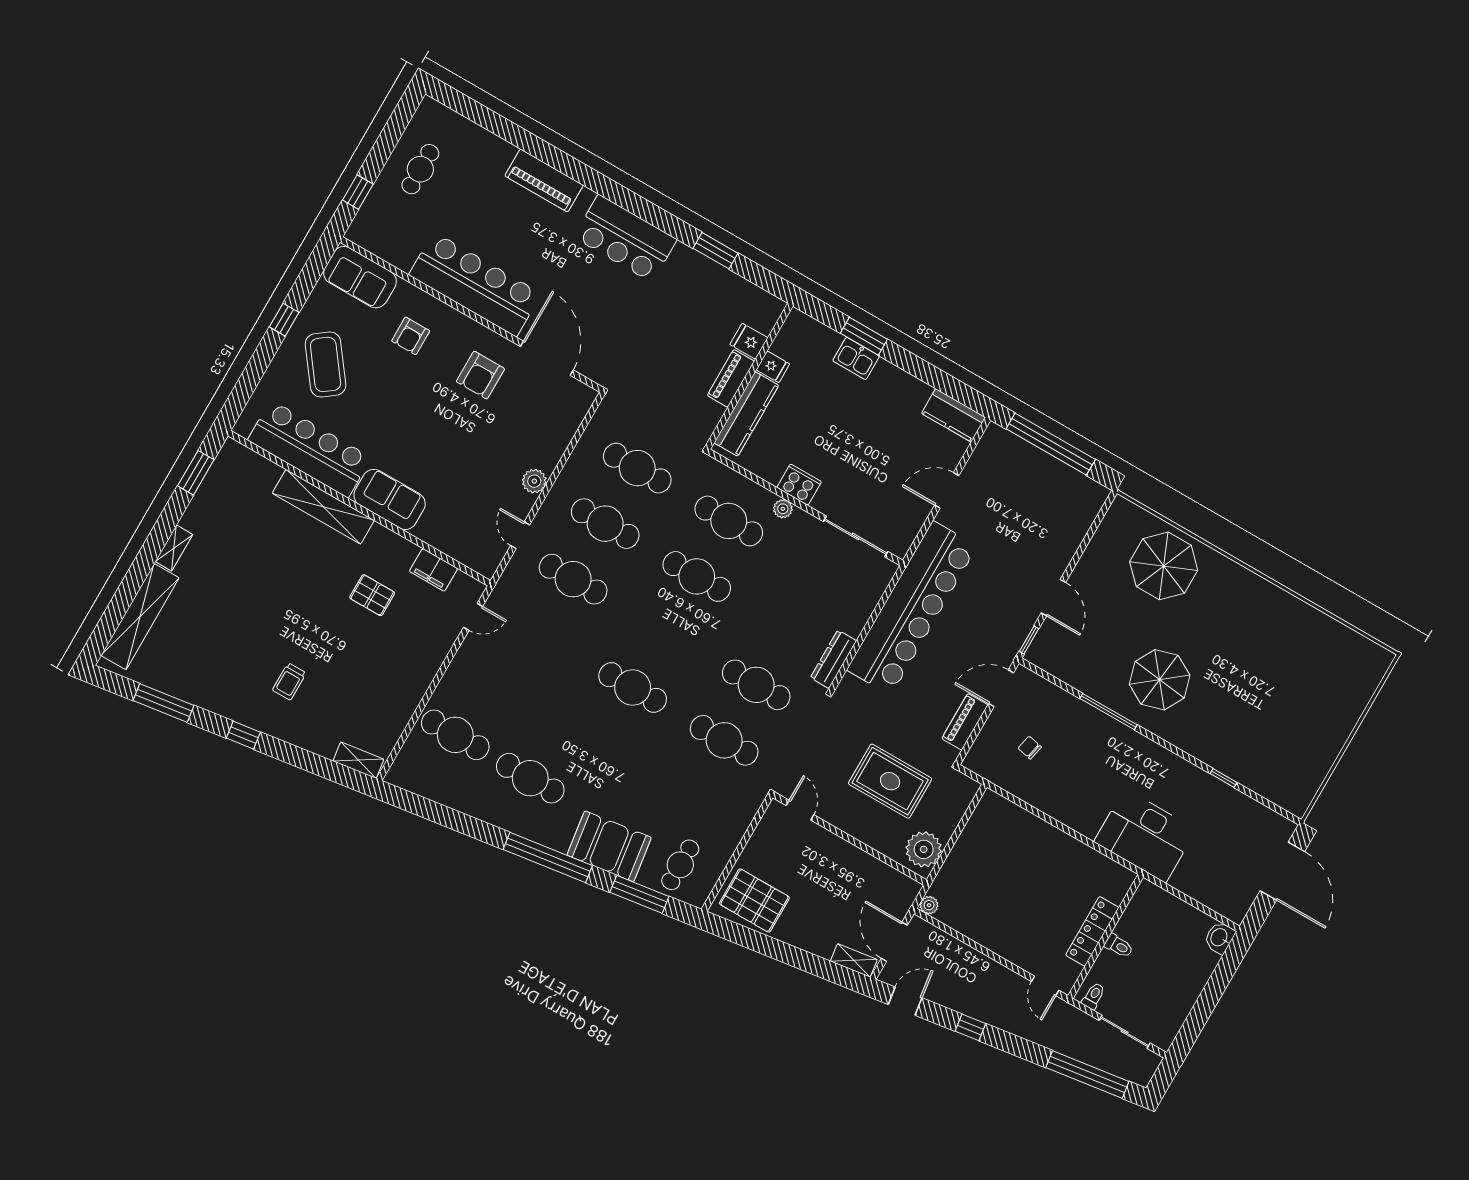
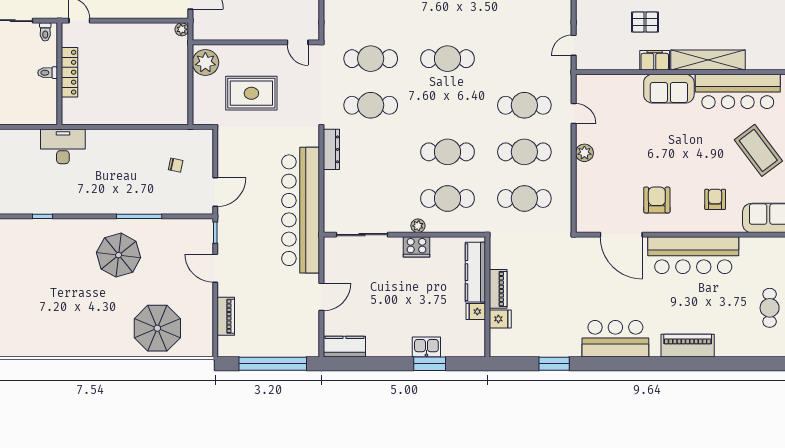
filing cabinet: (433, 570) -> (655, 60), moved
piano: (965, 722) -> (226, 316), moved
desk: (1145, 836) -> (63, 146), width x0.73, depth x0.77

